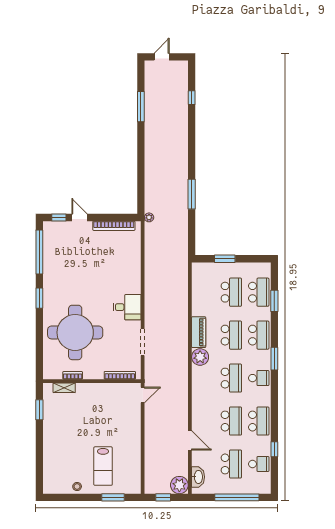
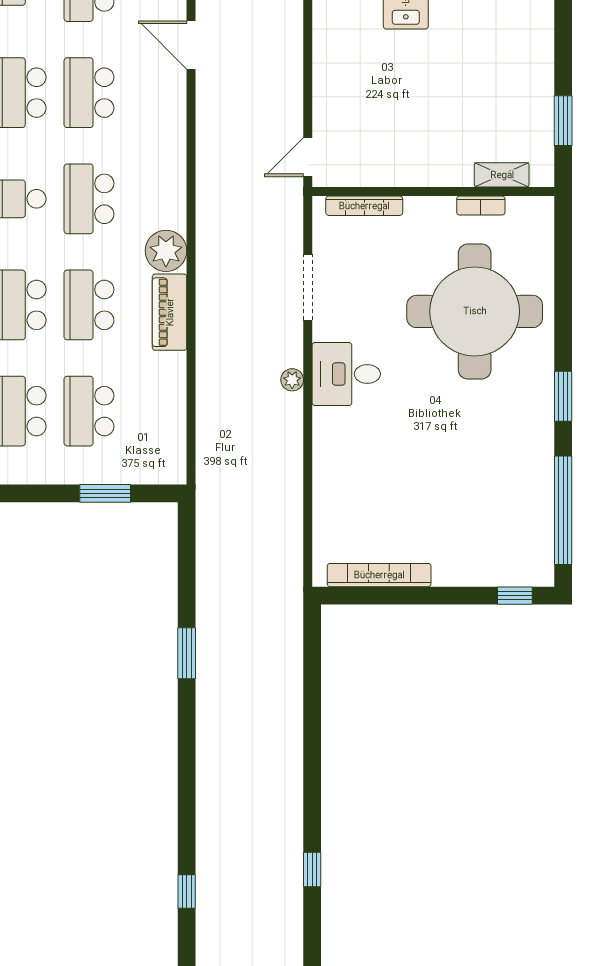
window: (141, 107) -> (312, 870), width x0.46
window: (192, 194) -> (187, 653), width x0.69
door: (79, 217) -> (464, 596), removed
plant: (149, 217) -> (292, 380), moved

